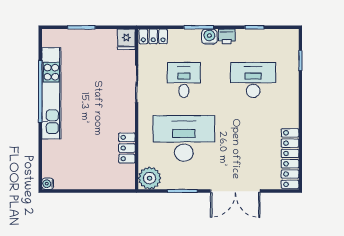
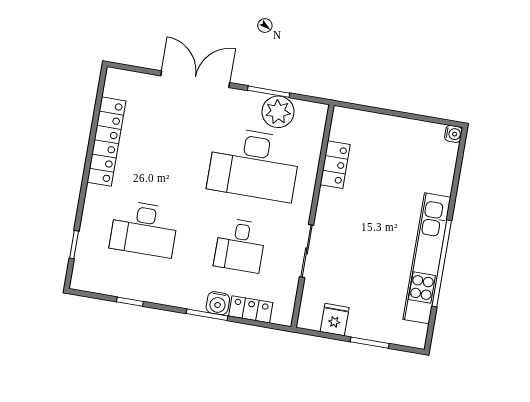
locker: (153, 36) -> (251, 309), moved
printer: (227, 36) -> (170, 296), removed
water cooler: (209, 37) -> (218, 303), moved
fridge: (126, 39) -> (335, 320), moved
locker: (290, 159) -> (106, 142), moved
plant: (150, 178) -> (278, 112), moved

